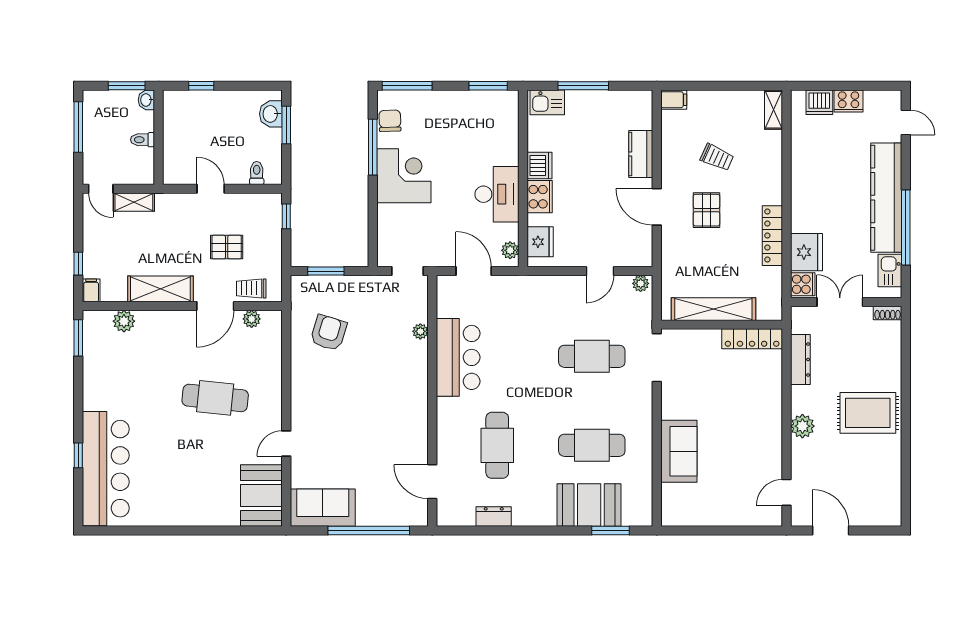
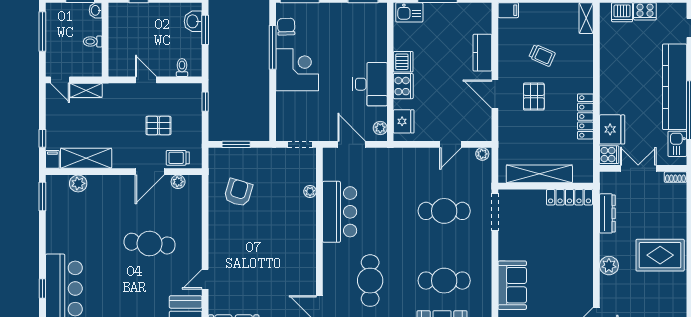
shelving: (160, 289) -> (86, 158), moved

